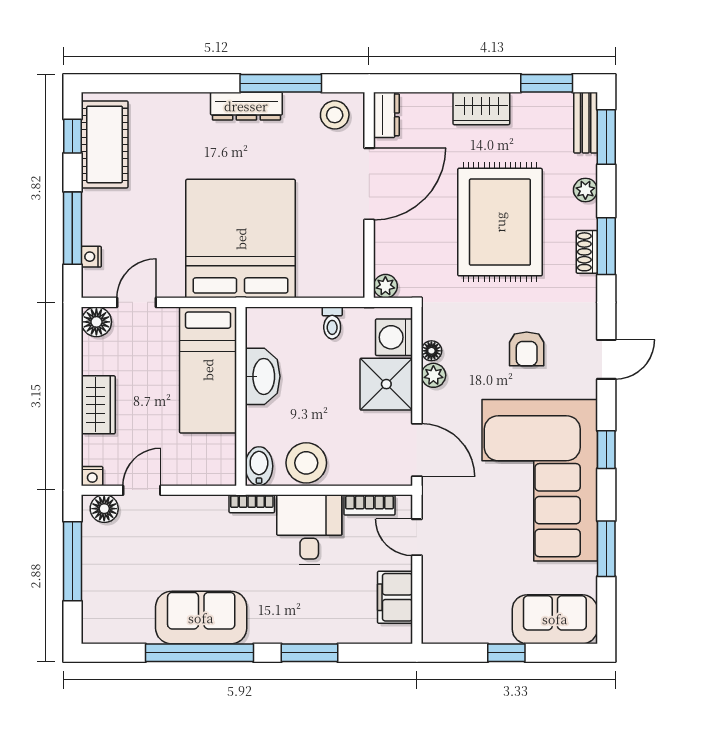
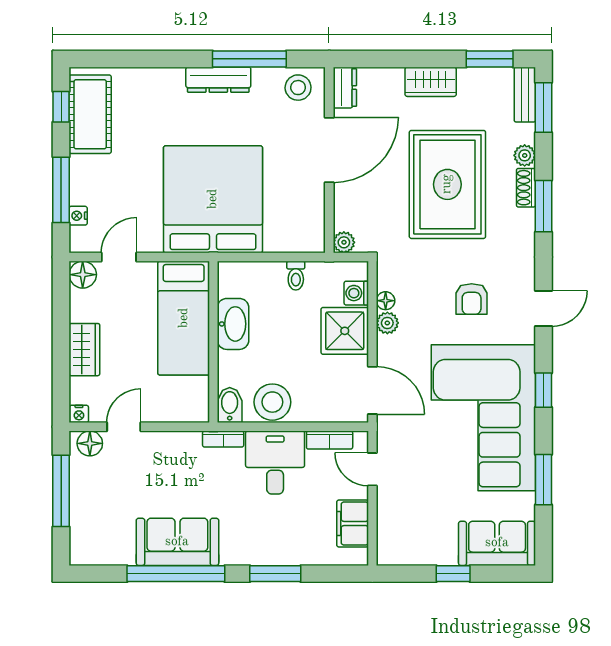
shoe rack: (587, 252) -> (526, 188), moved
washing machine: (394, 337) -> (356, 293), width x0.73, depth x0.73

